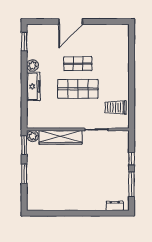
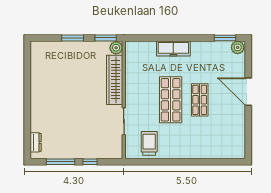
plant: (32, 65) -> (238, 47), moved

